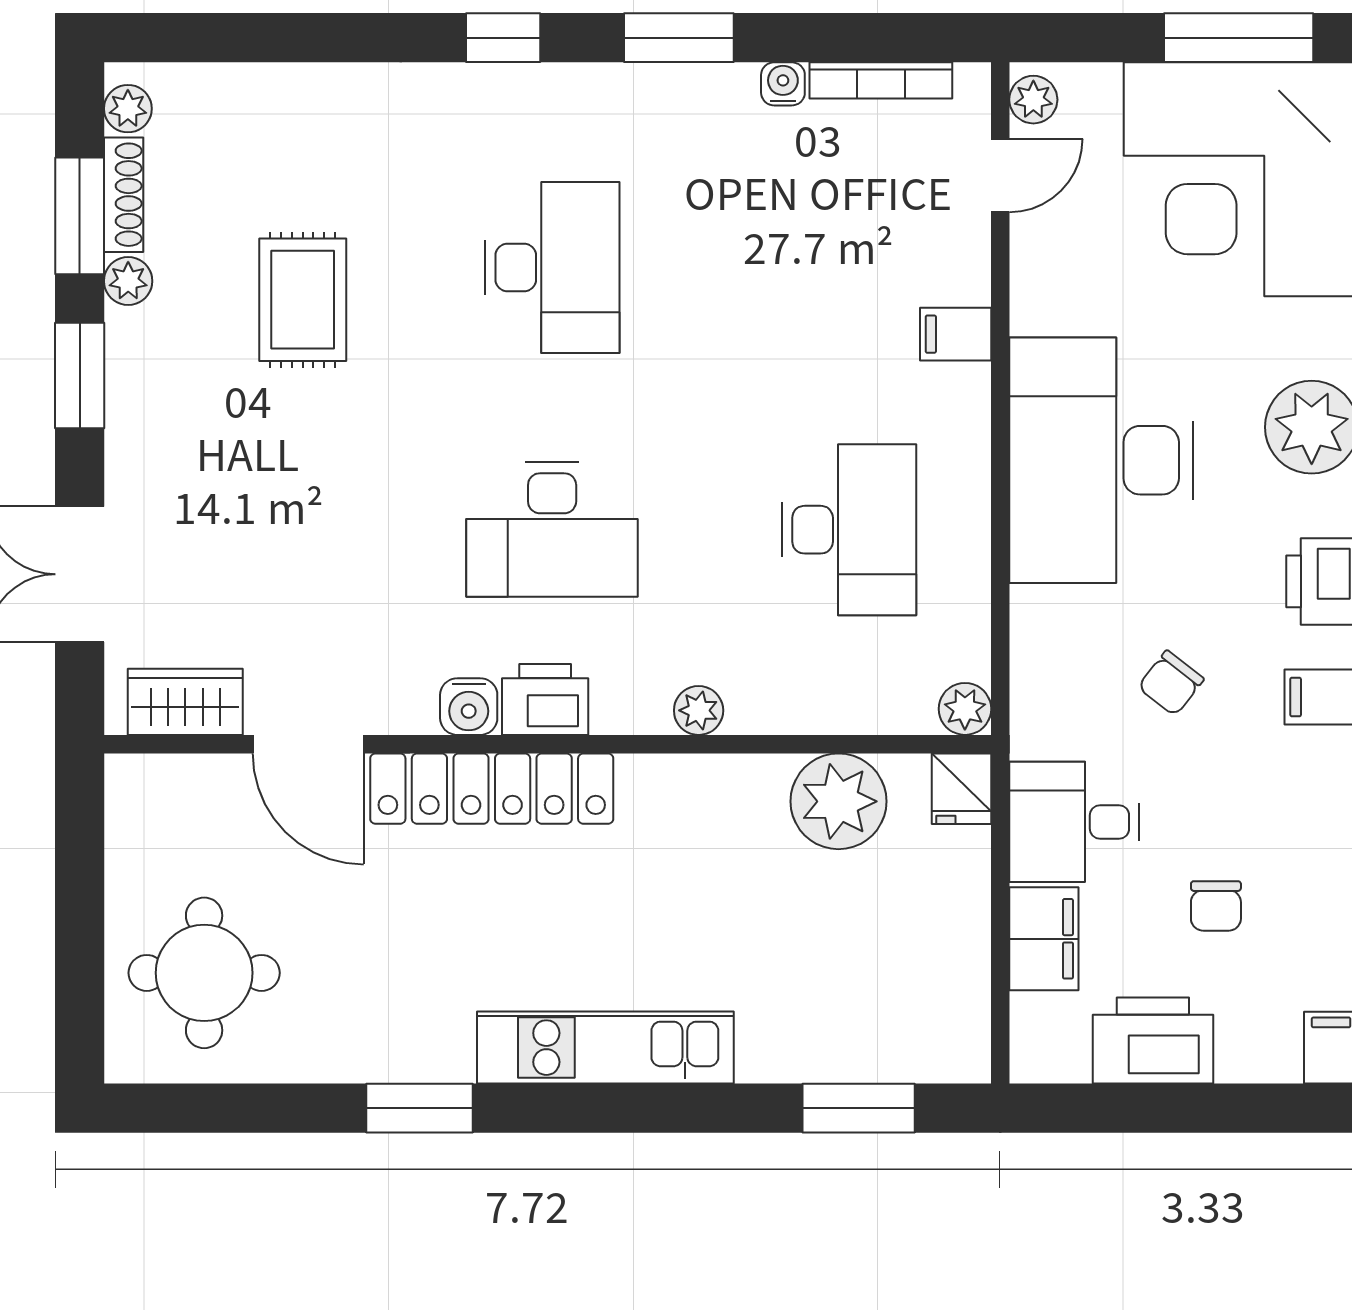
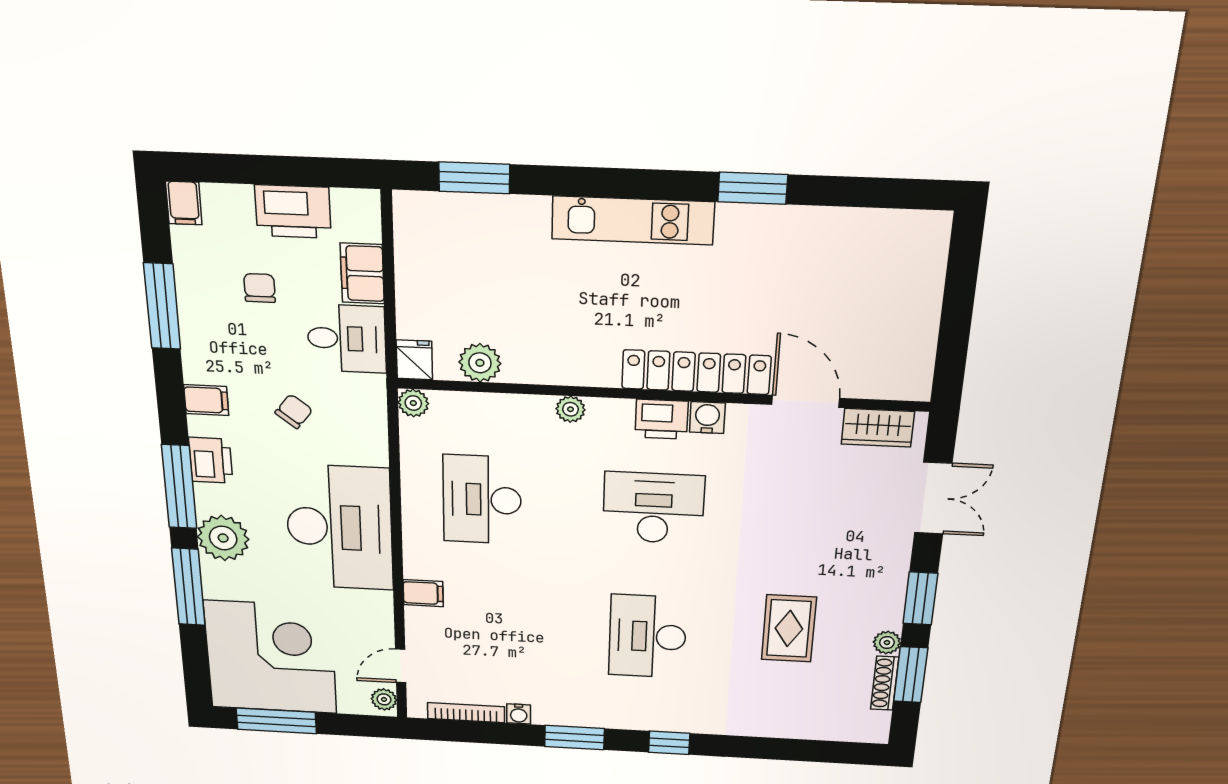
plant: (128, 109) -> (878, 723), removed
plant: (838, 801) -> (480, 363), width x0.73, depth x0.73
round table: (204, 973) -> (882, 275), removed

